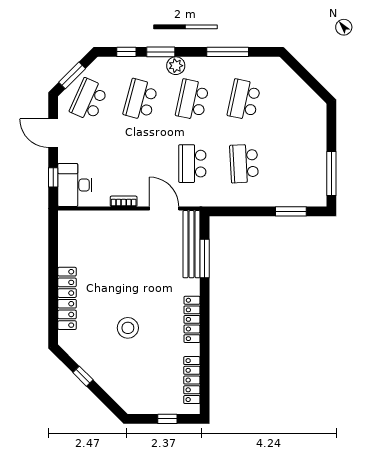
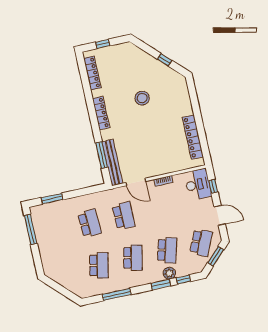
plant: (176, 66) -> (169, 273), moved
locker: (67, 298) -> (193, 137), moved

